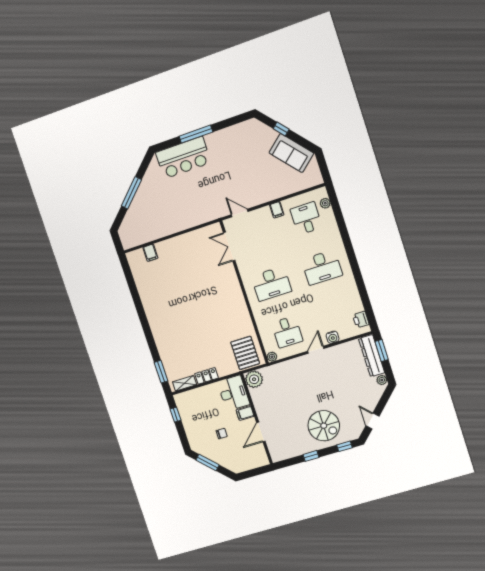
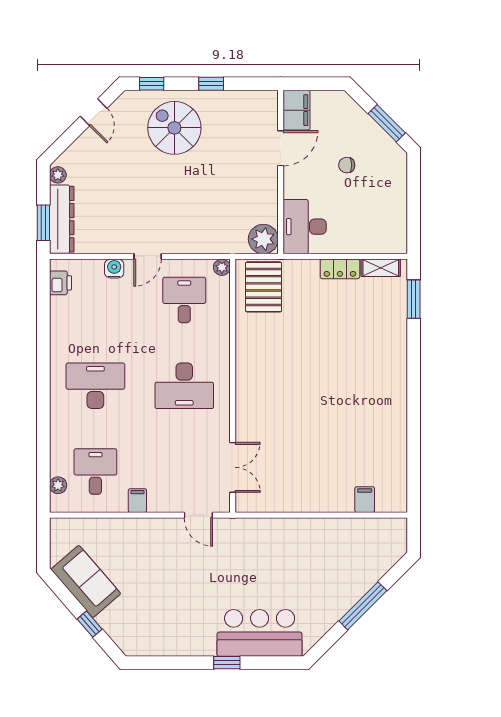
window: (196, 134) -> (227, 663), width x0.46
desk: (306, 218) -> (95, 472), turned 180
desk: (271, 284) -> (184, 386), turned 180
filing cabinet: (245, 413) -> (296, 110), moved, width x2.00
window: (175, 415) -> (414, 220), removed

